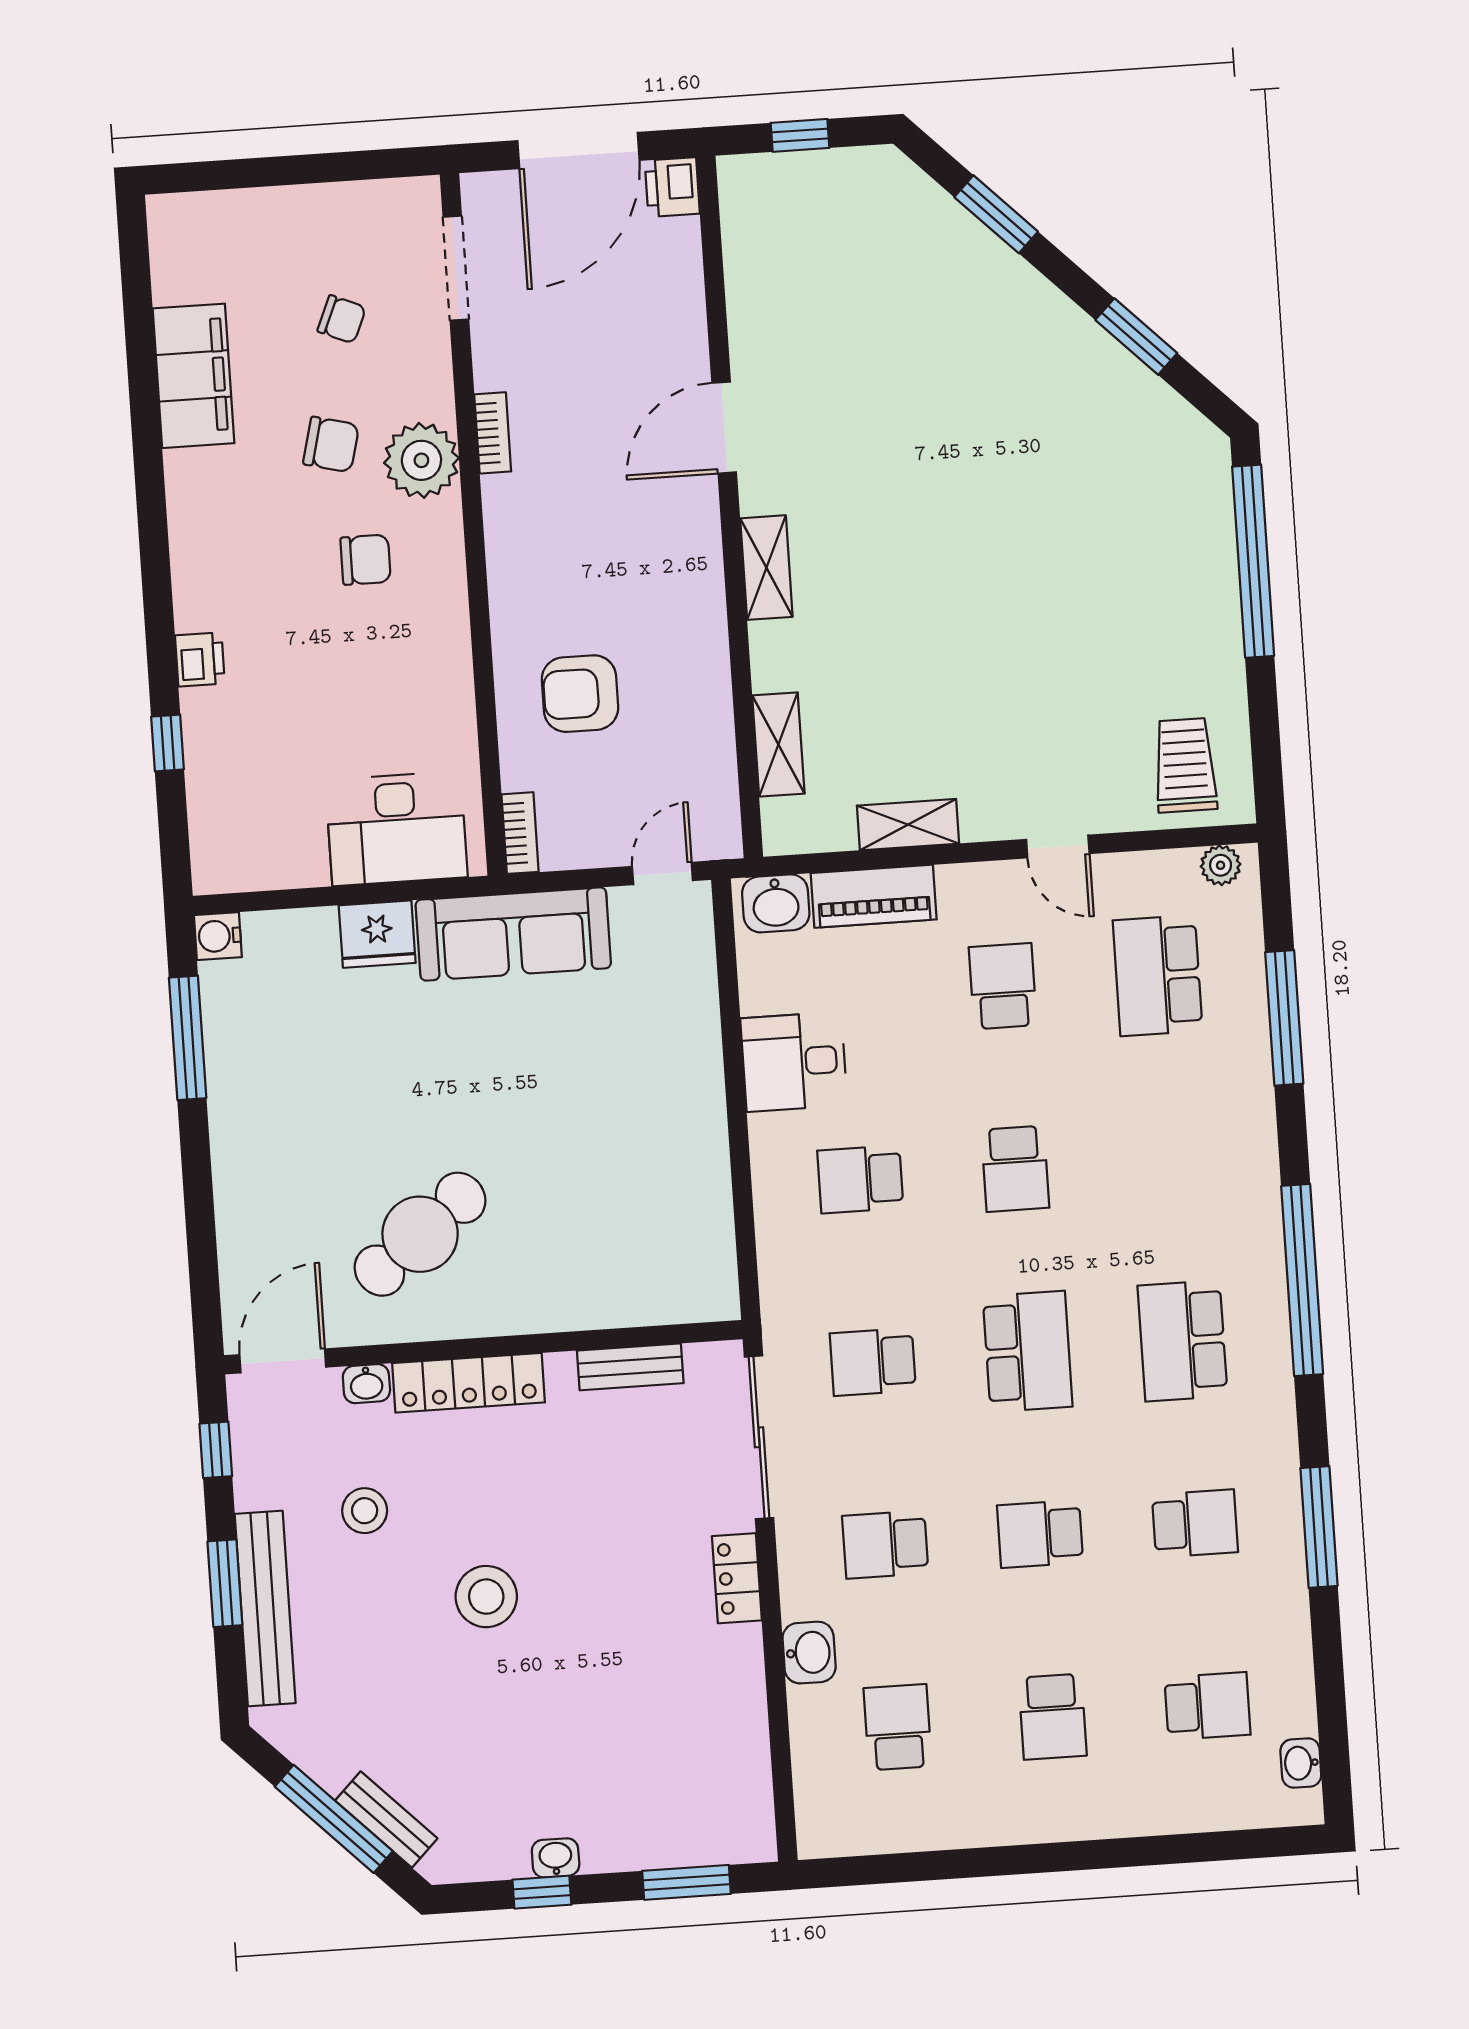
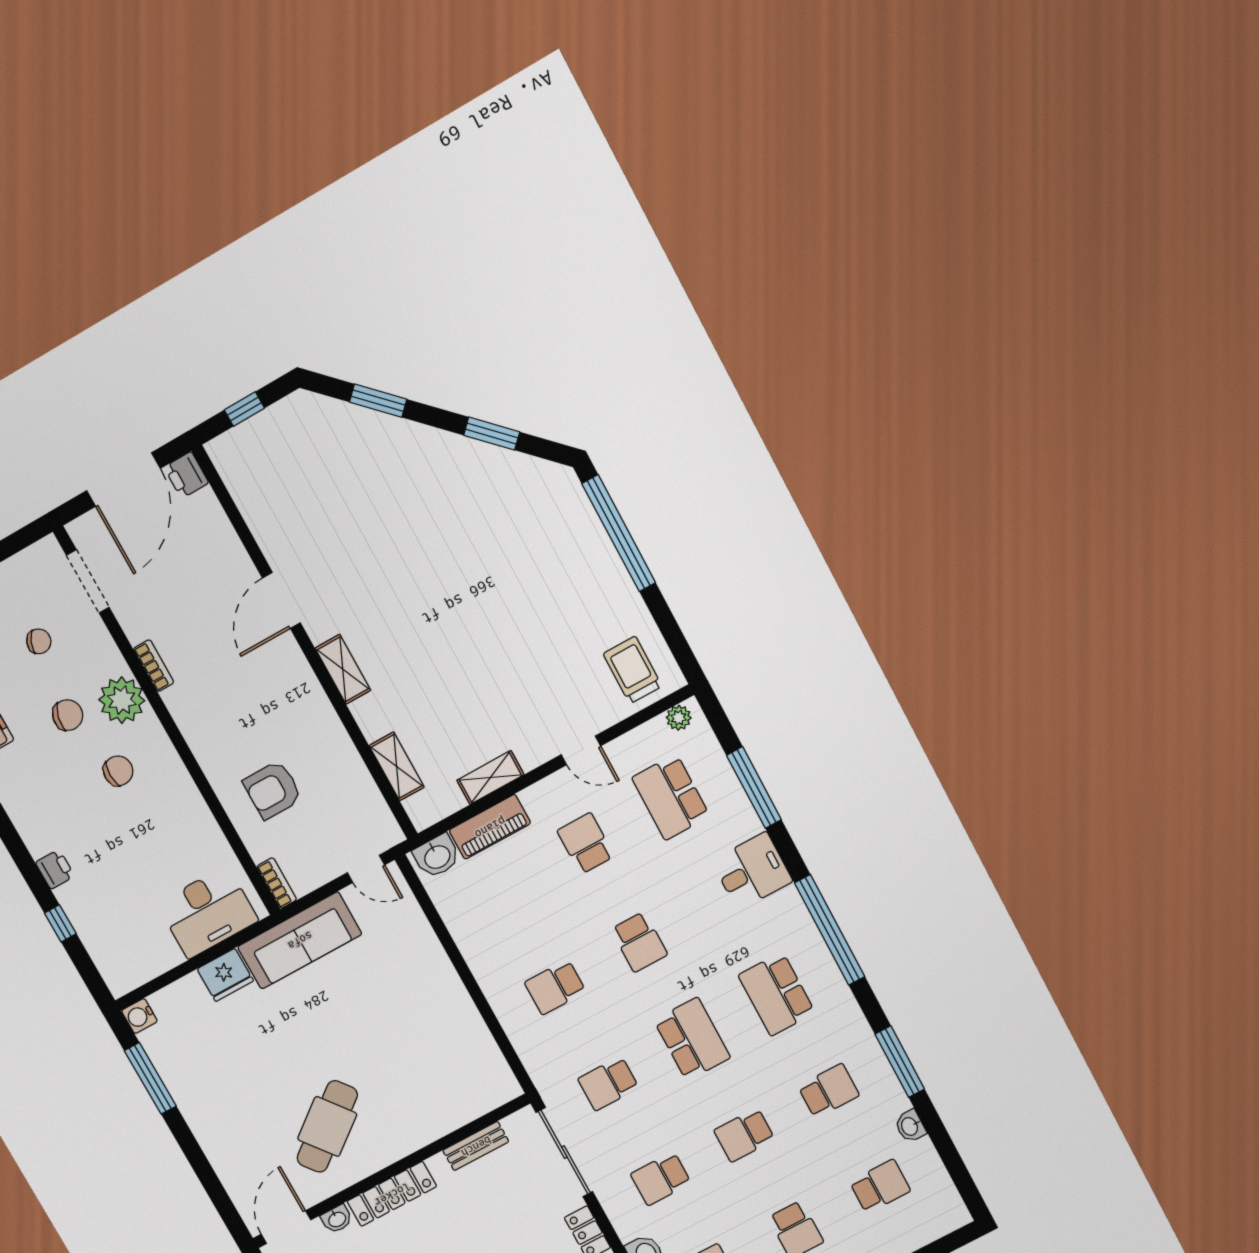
door: (662, 873) -> (366, 869), swing flipped
desk: (794, 1062) -> (752, 871), moved, turned 180
washbasin: (1301, 1763) -> (910, 1126), moved

